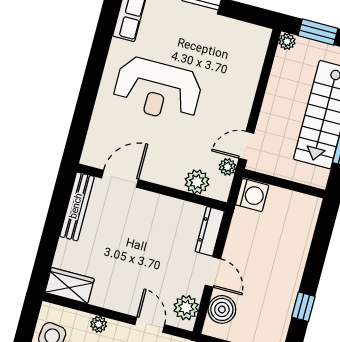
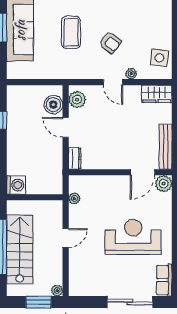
door: (246, 146) -> (66, 238), moved
plant: (197, 182) -> (164, 183), moved
washing machine: (252, 195) -> (16, 185), moved, turned 180
dresser: (210, 231) -> (75, 158), width x0.70
door: (150, 325) -> (113, 82), moved

